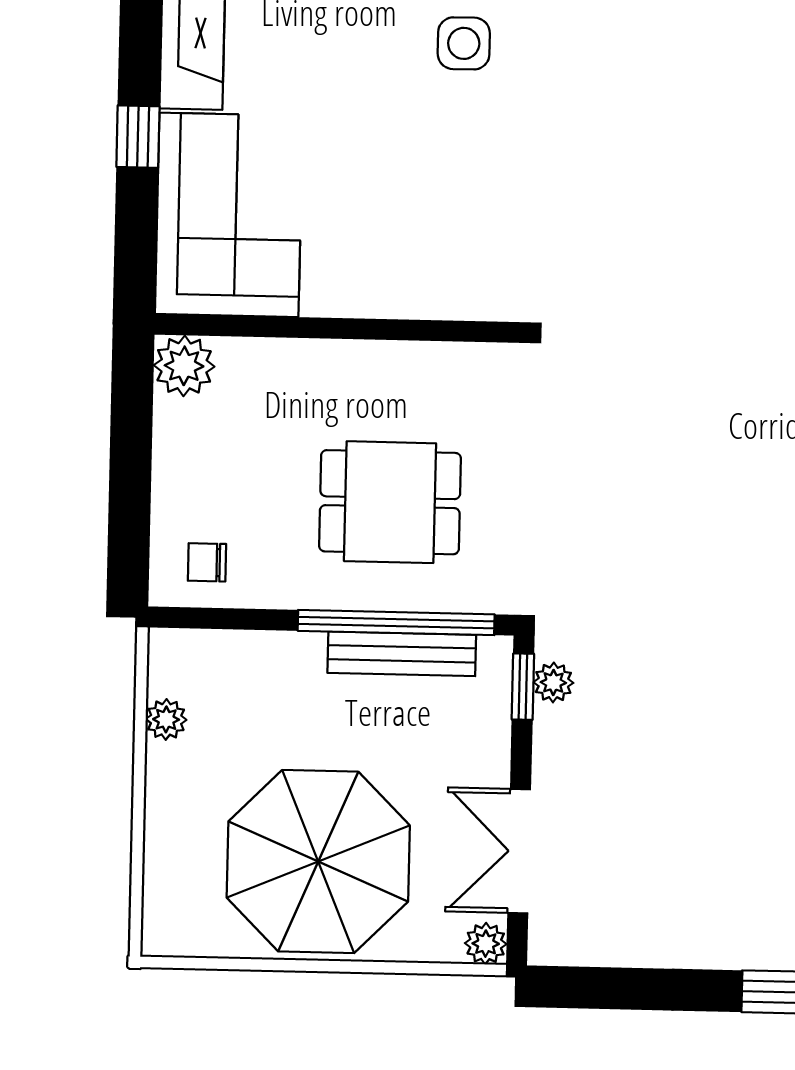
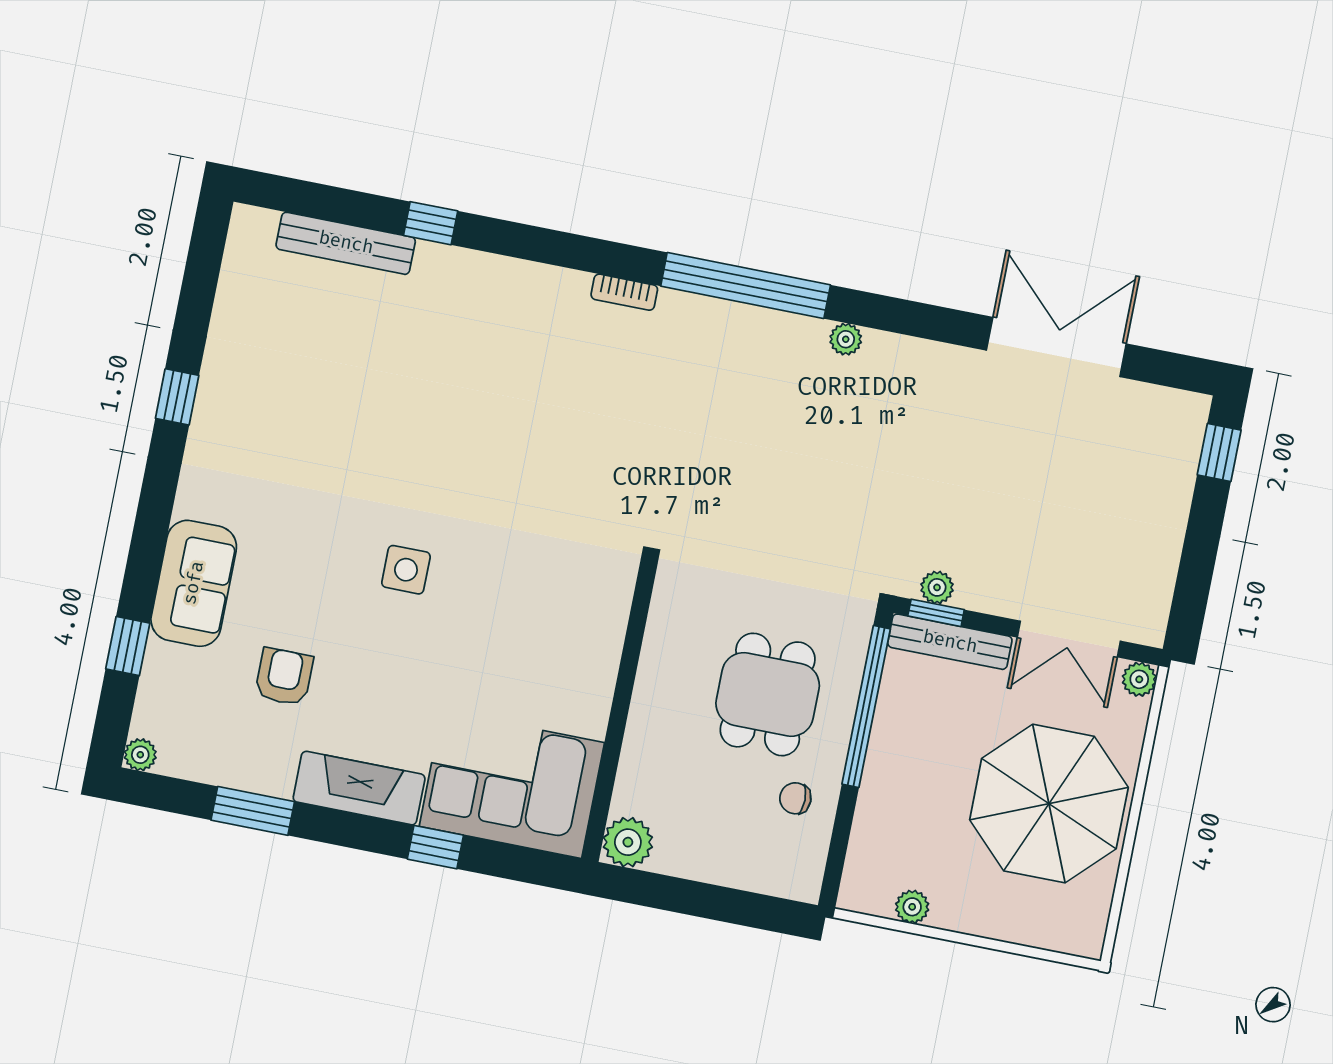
chair: (207, 562) -> (795, 798), moved, turned 90
bench: (402, 654) -> (950, 642), moved, turned 90

